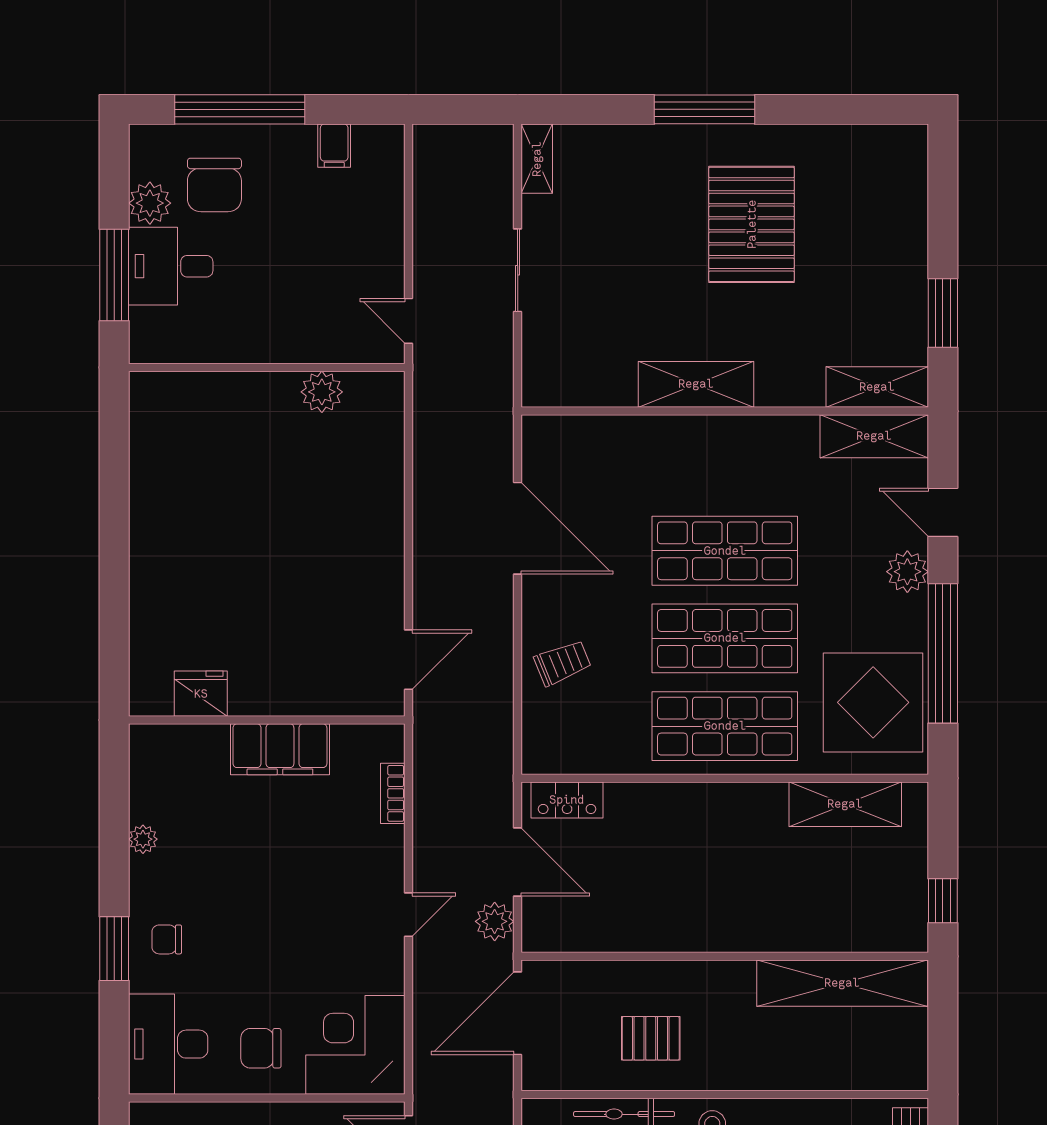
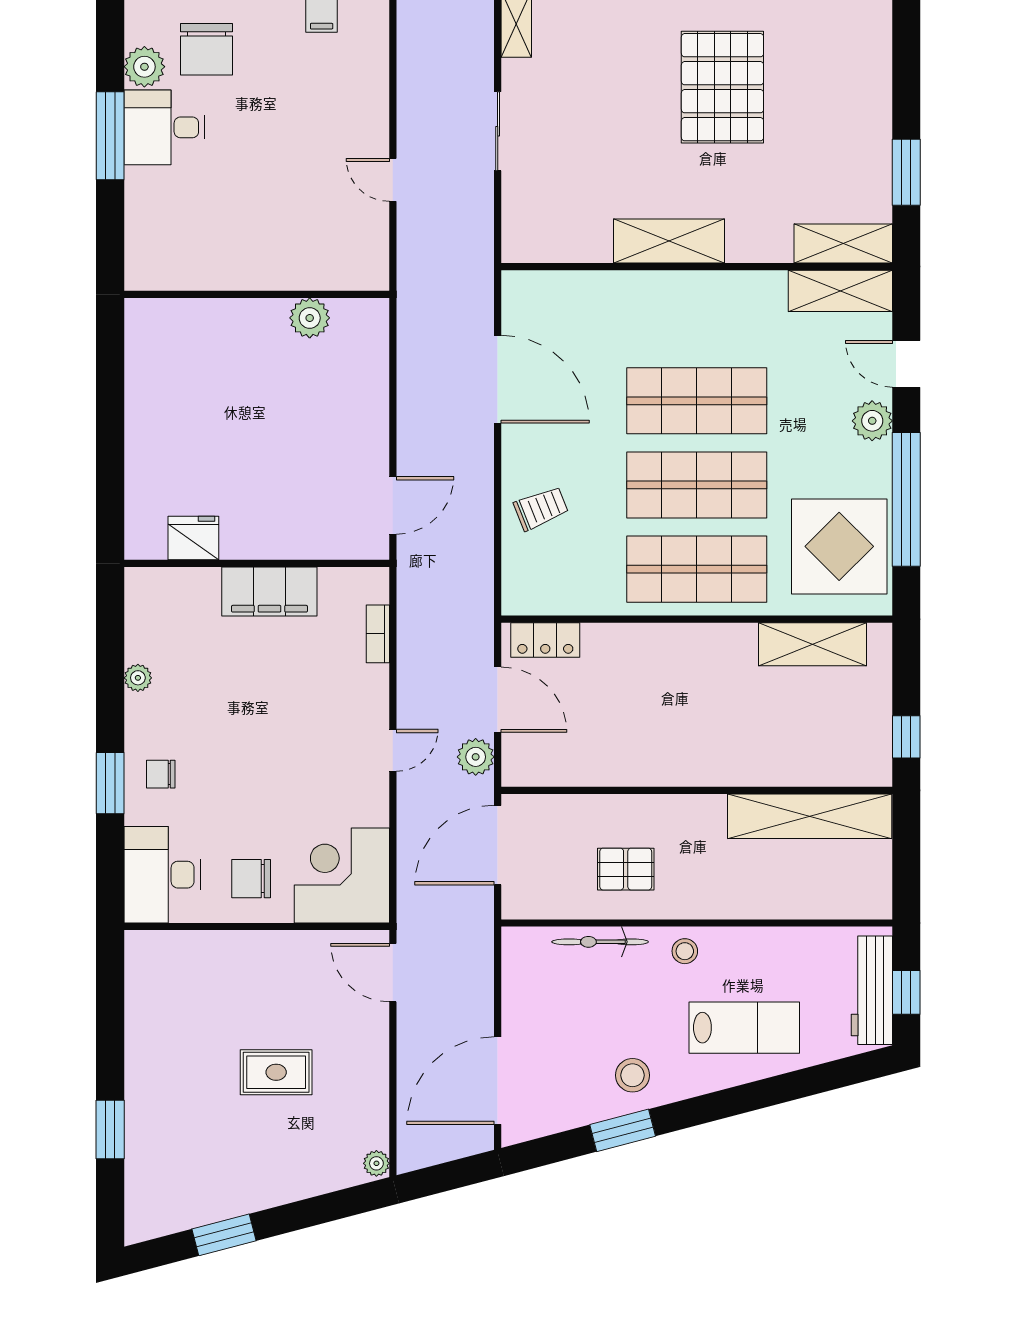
wall: (267, 367) -> (257, 294), moved
plant: (322, 392) -> (310, 318), moved

